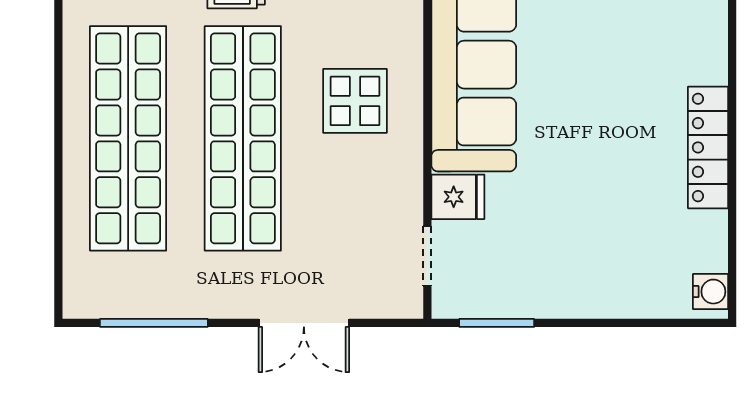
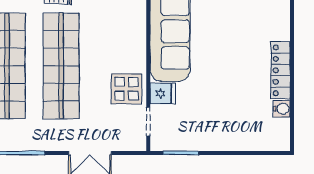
display table: (355, 101) -> (126, 89), moved
water cooler: (711, 292) -> (282, 109), moved

